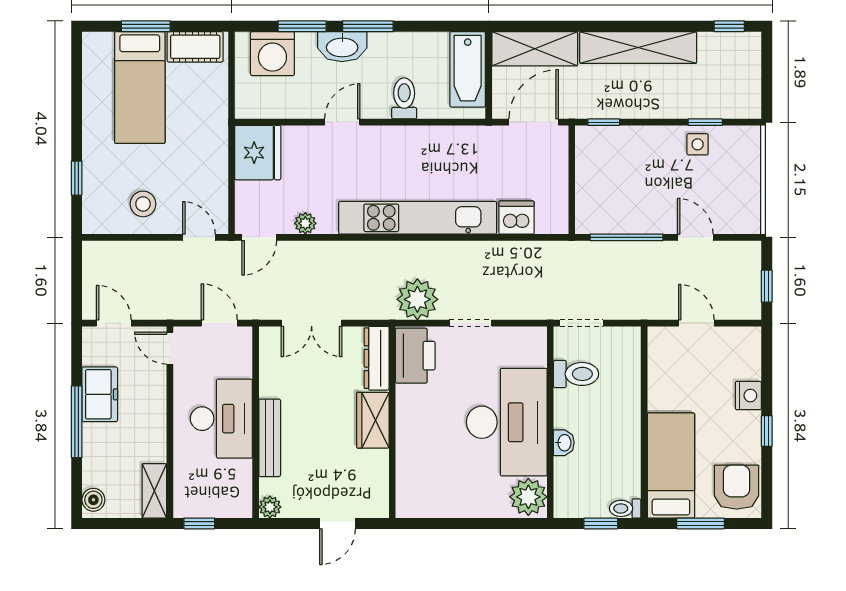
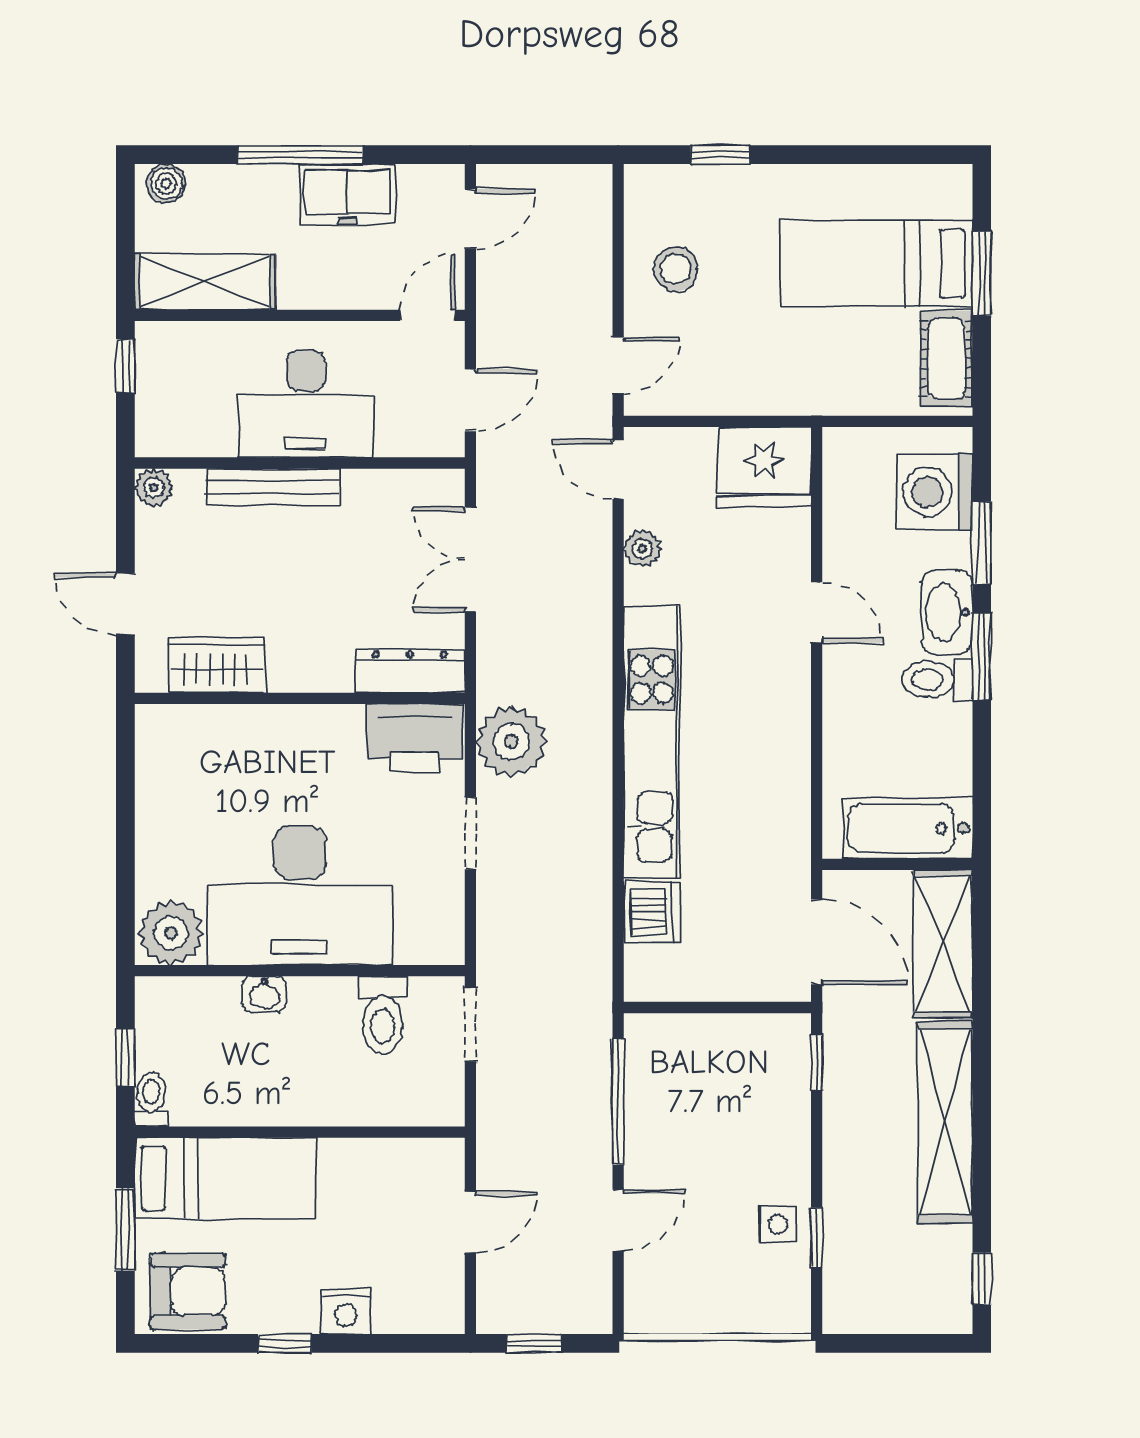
toilet: (404, 98) -> (937, 680), moved, turned 180
wardrobe: (373, 420) -> (216, 665), moved
shelving: (154, 491) -> (205, 282), width x1.50, depth x1.33

